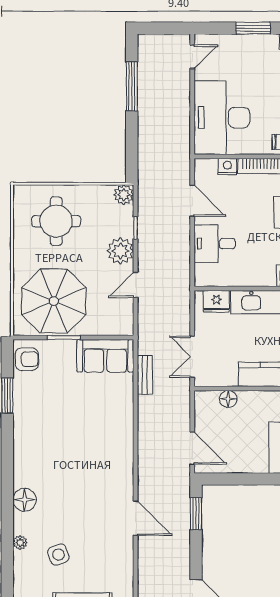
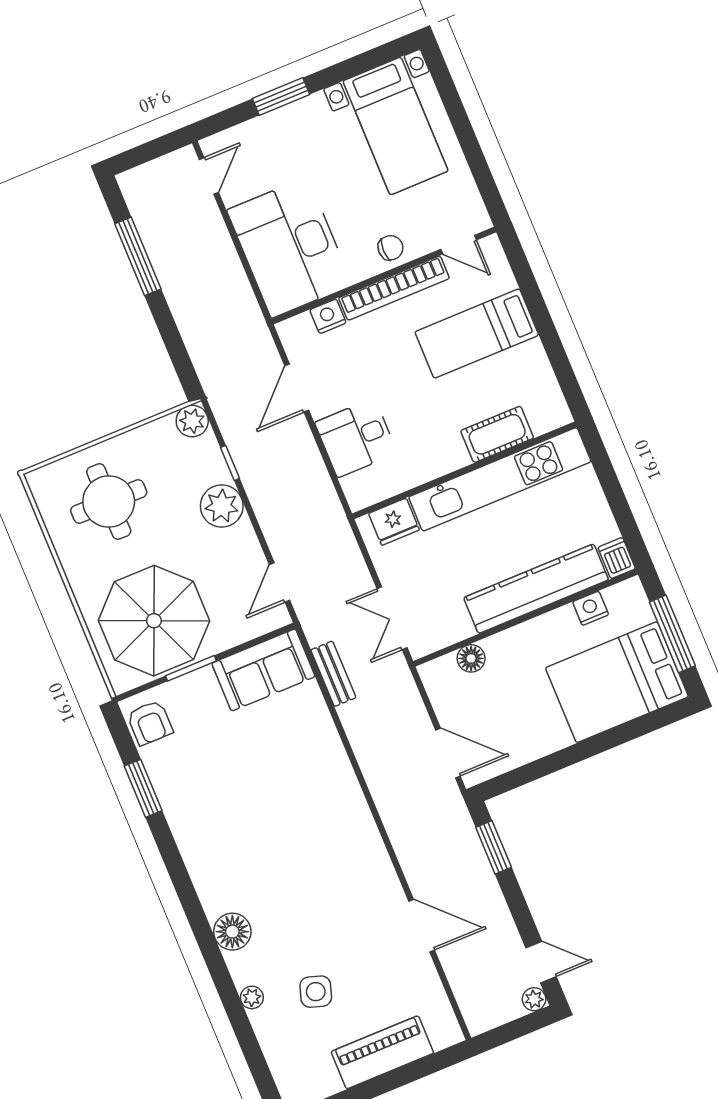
door: (192, 201) -> (297, 388), swing flipped
door: (136, 285) -> (280, 583), moved
armchair: (27, 359) -> (150, 723), turned 90
door: (136, 518) -> (422, 926), moved
side table: (58, 555) -> (316, 992), turned 38

